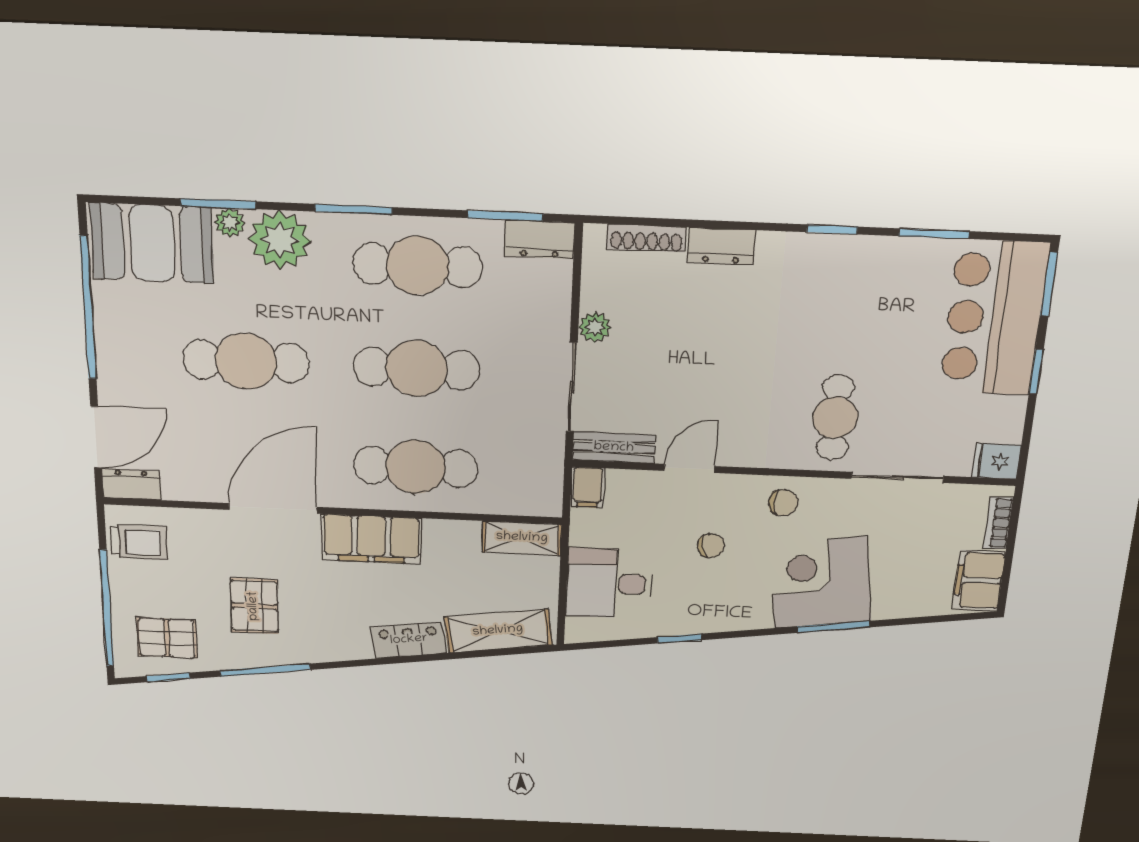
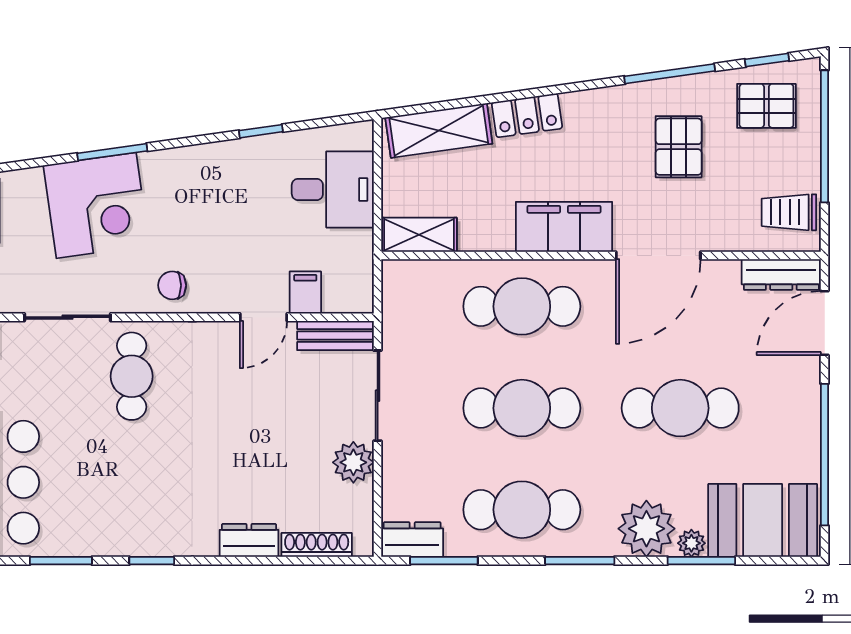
plant: (595, 327) -> (353, 462), width x1.38, depth x1.38
dresser: (131, 484) -> (781, 275), width x1.44
filing cabinet: (588, 487) -> (305, 292), moved
chair: (711, 546) -> (237, 236), removed
corner desk: (820, 582) -> (96, 205), moved

